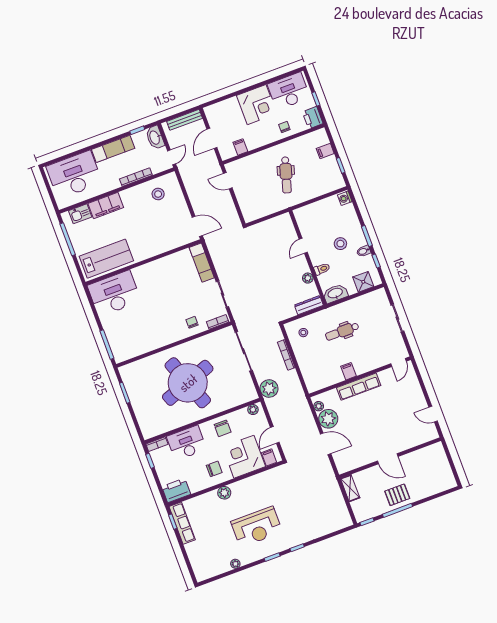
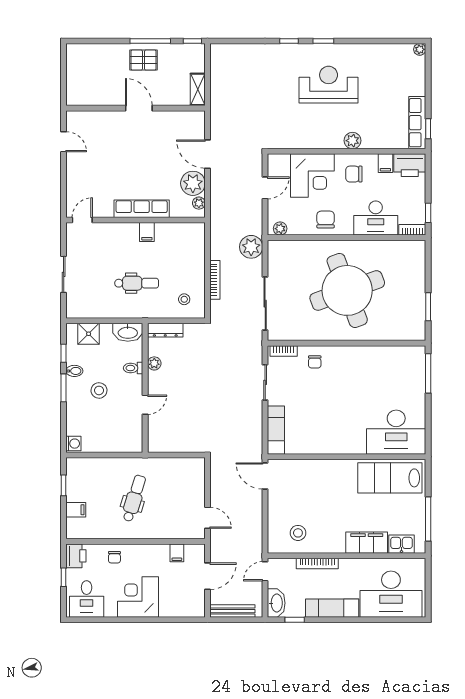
desk: (289, 91) -> (87, 599), width x0.73
filing cabinet: (269, 457) -> (385, 163), moved
plant: (235, 564) -> (420, 49), moved

